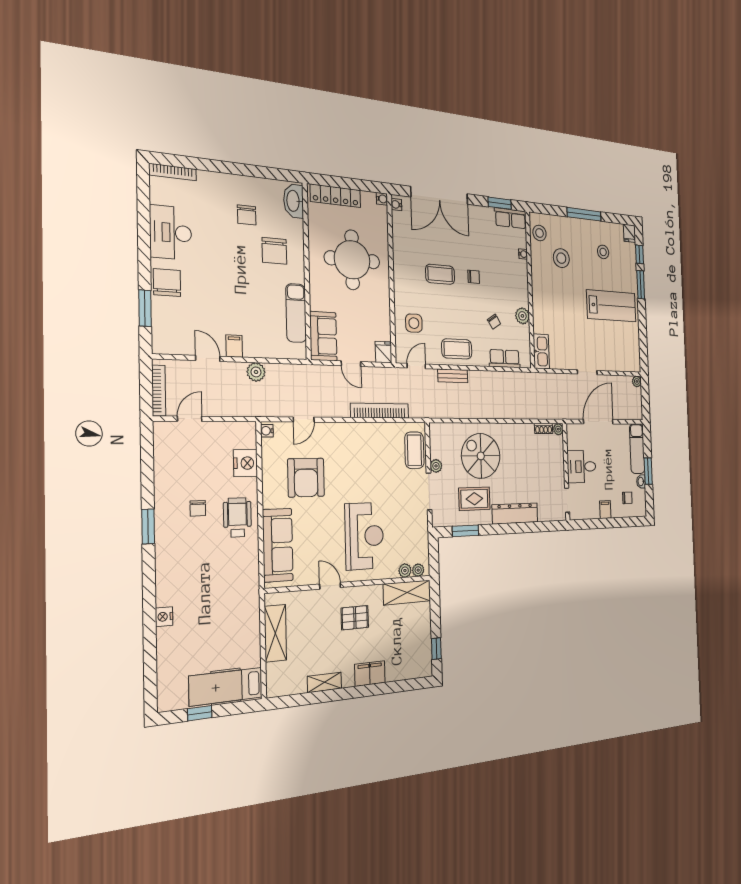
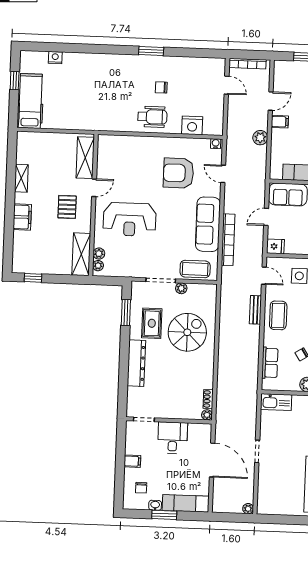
sofa: (278, 545) -> (208, 224), moved, turned 90
nightstand: (164, 617) -> (55, 58), moved
shelving: (275, 633) -> (85, 158), moved, turned 90

